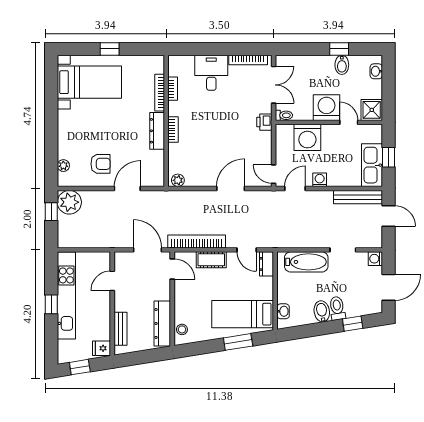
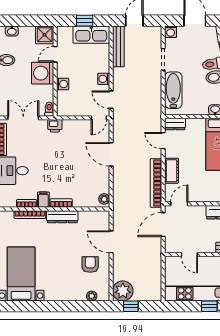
filing cabinet: (177, 109) -> (43, 200), added
washing machine: (307, 137) -> (63, 84), width x0.53, depth x0.53
door: (247, 250) -> (163, 141), swing flipped

